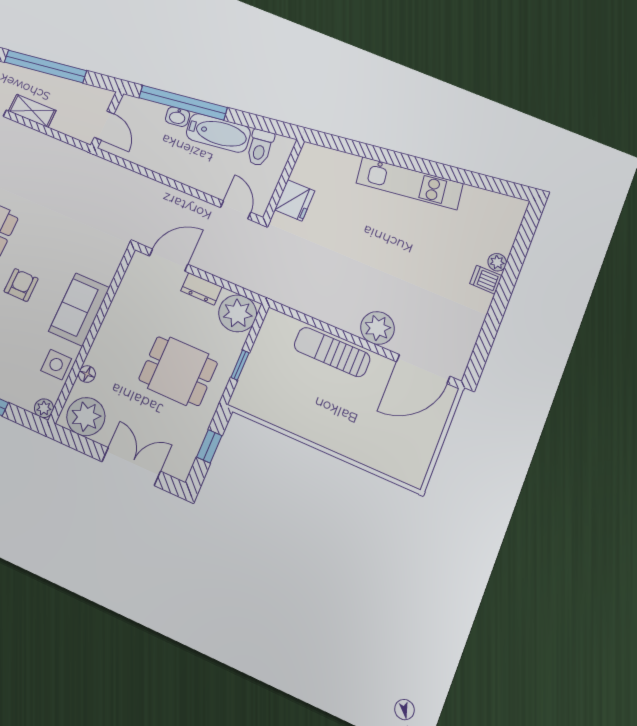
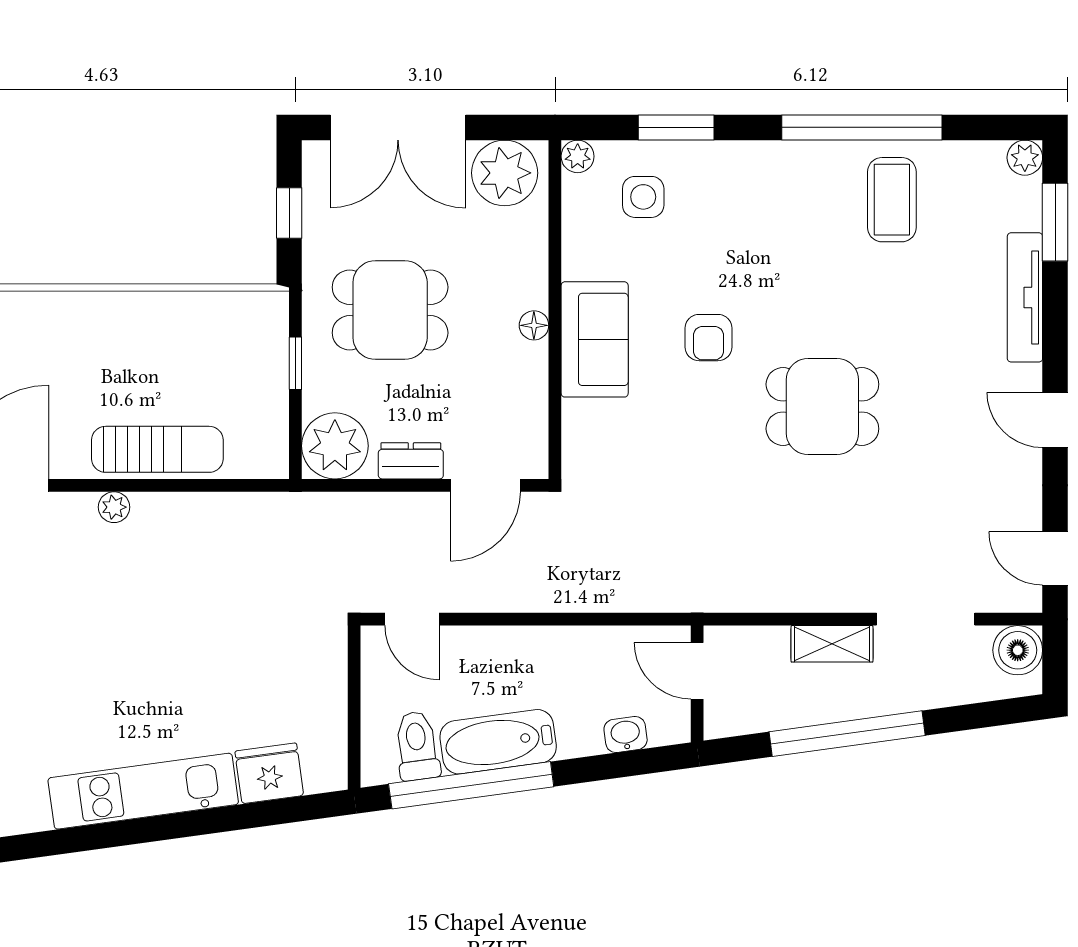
window: (183, 103) -> (471, 785), moved
washbasin: (178, 117) -> (626, 734), moved
fridge: (295, 200) -> (269, 773), moved, turned 82
plant: (377, 328) -> (114, 507), width x0.53, depth x0.53
side table: (56, 365) -> (643, 197), moved
floor lamp: (87, 374) -> (534, 325), moved
double door: (131, 467) -> (398, 127), width x1.37

